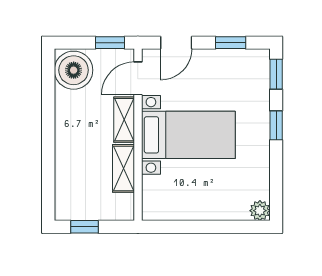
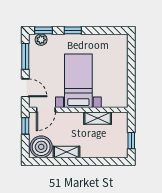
window: (231, 43) -> (25, 56), width x1.50
door: (138, 78) -> (46, 110), hinge flipped
shelving: (124, 120) -> (66, 152), moved
plant: (260, 211) -> (41, 40), moved

